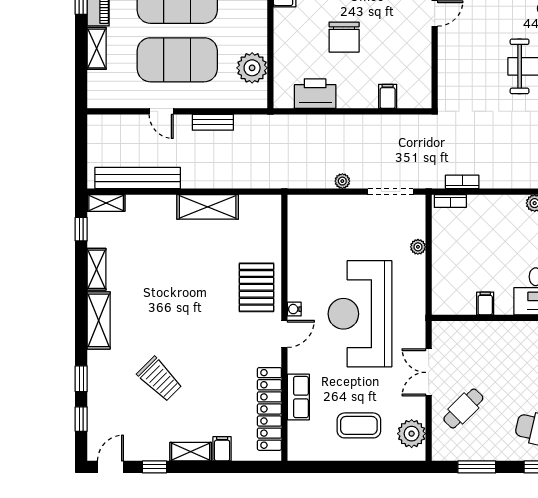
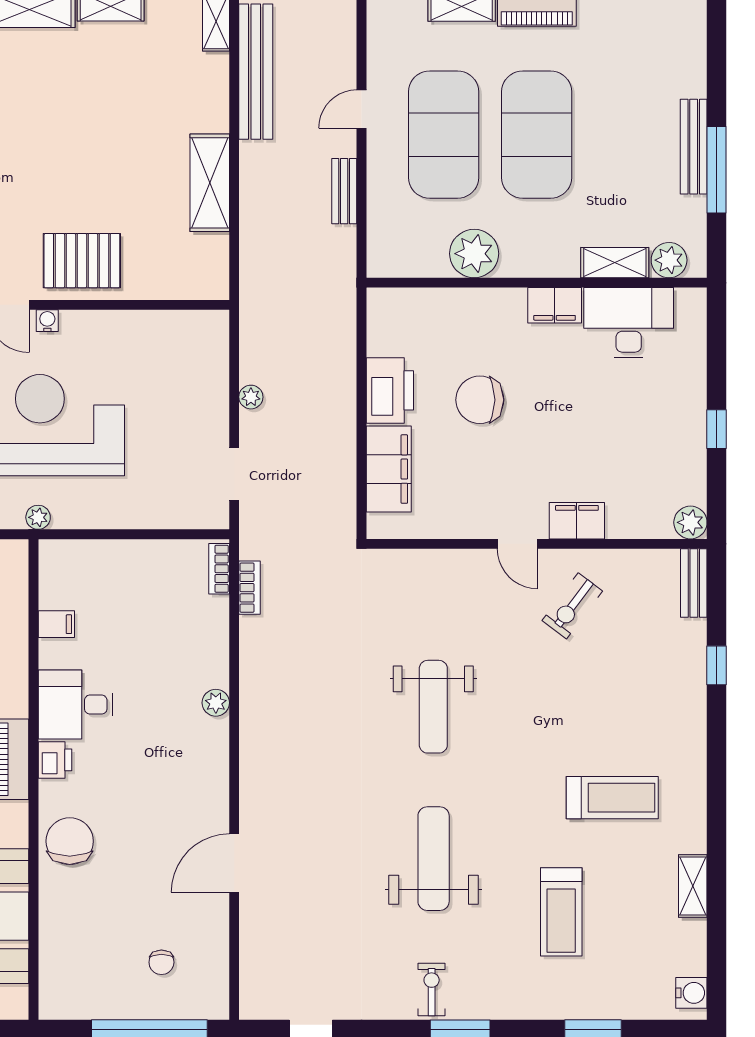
plant: (252, 68) -> (474, 254), moved
printer: (315, 94) -> (390, 390), moved
filing cabinet: (388, 96) -> (389, 469), width x3.00, depth x1.17
doorway: (391, 192) -> (234, 474), width x0.73
plant: (418, 247) -> (38, 517), moved

